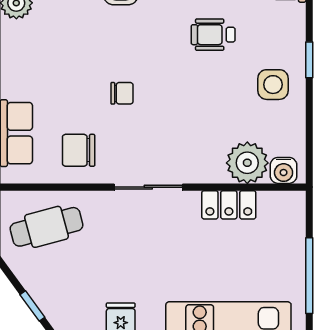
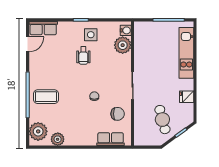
wheelchair: (213, 35) -> (83, 55), moved
chair: (79, 150) -> (118, 114), turned -90
locker: (229, 205) -> (140, 53), removed
cafe table: (47, 227) -> (162, 120), moved

